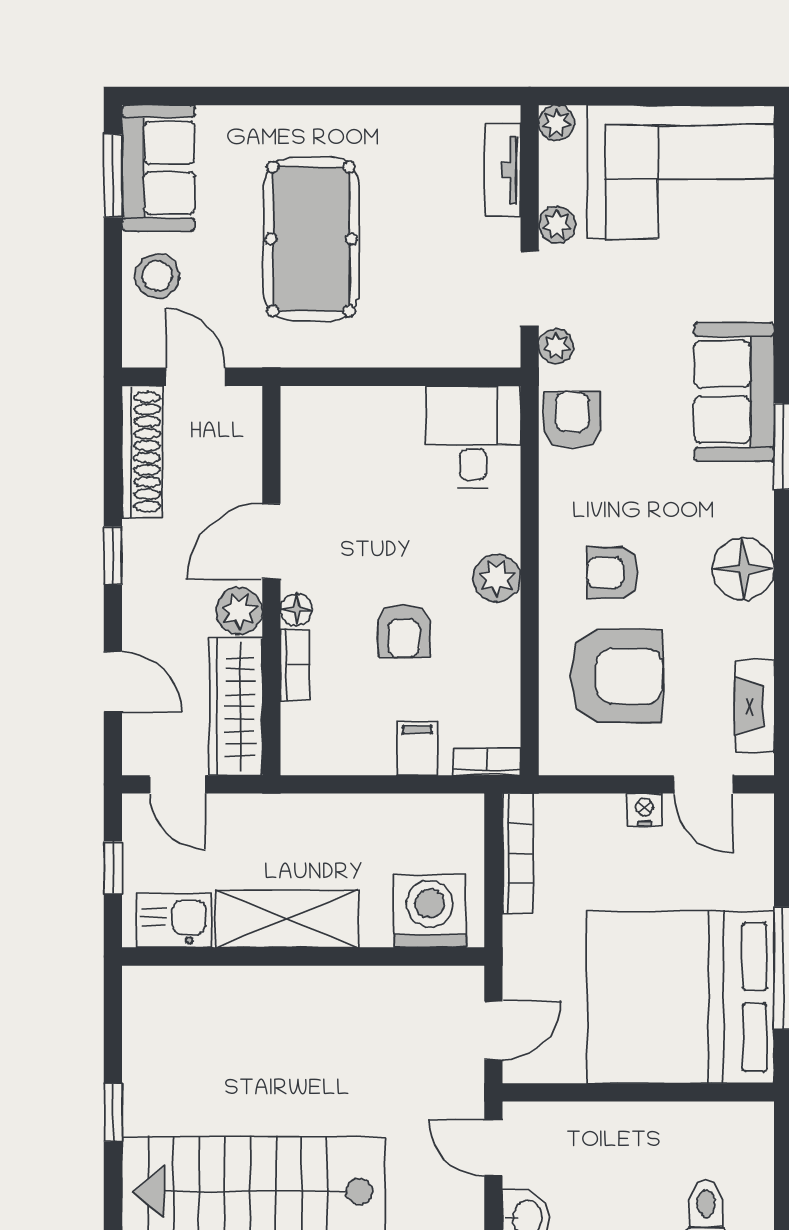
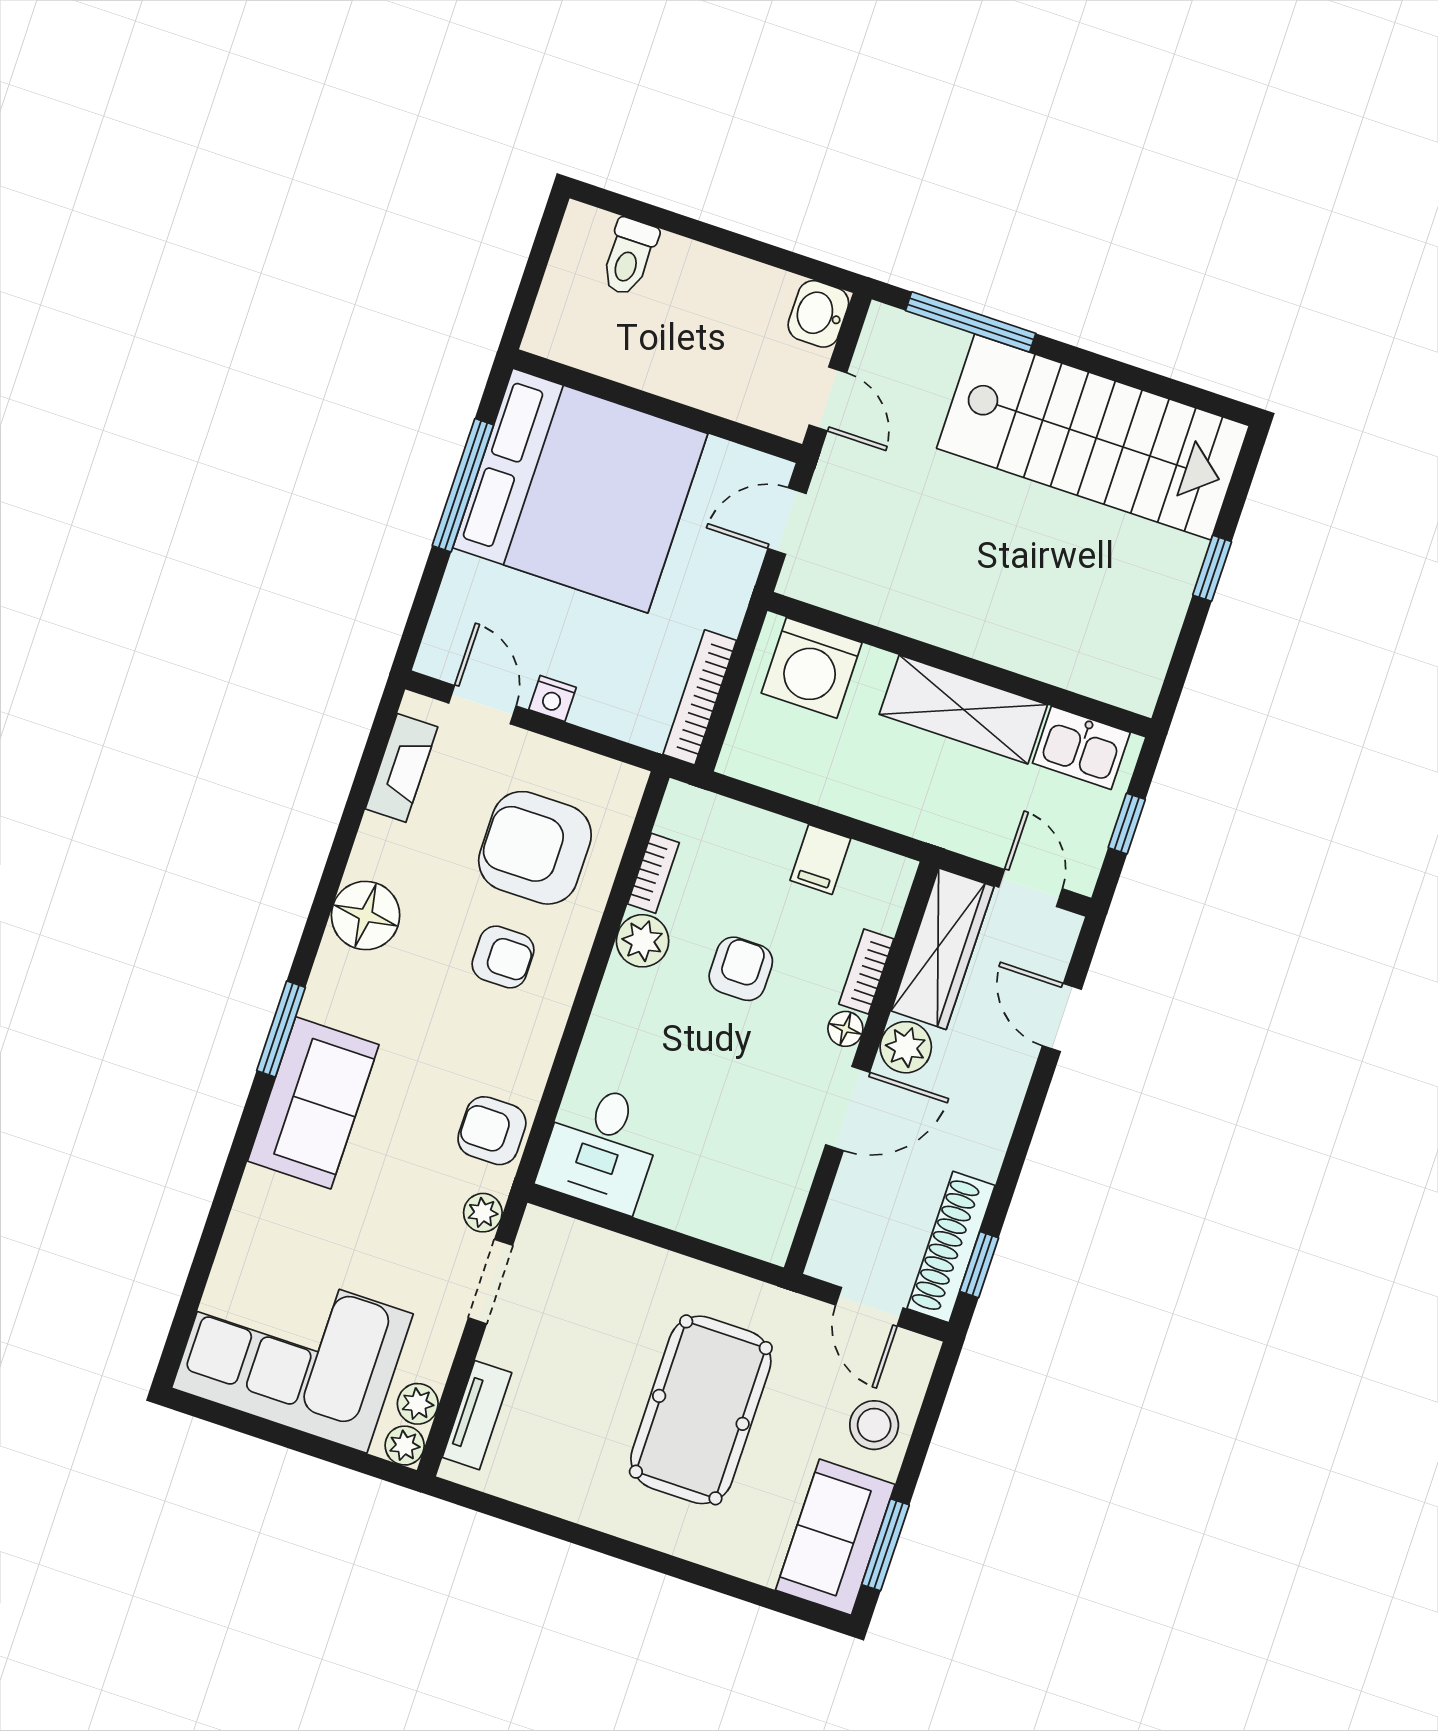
plant: (557, 225) -> (418, 1404), moved
armchair: (572, 420) -> (492, 1131), turned 90
window: (113, 556) -> (979, 1265), moved
plant: (497, 578) -> (643, 941), moved
filing cabinet: (417, 748) -> (820, 859), moved
bookcase: (487, 762) -> (653, 873), moved, turned -90

